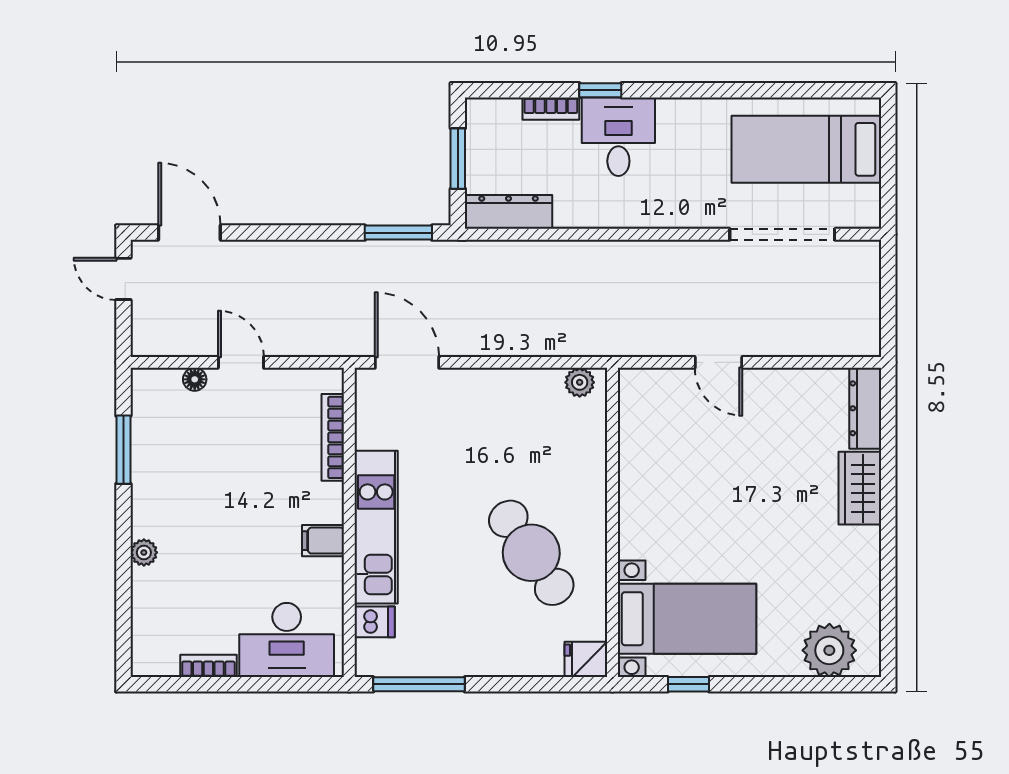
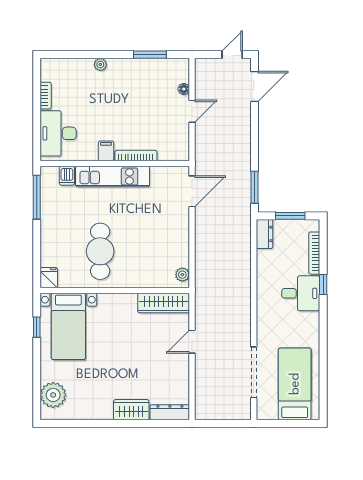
bookcase: (551, 109) -> (314, 253), width x1.56
dresser: (509, 212) -> (264, 234), width x0.70
wardrobe: (639, 421) -> (164, 303), added
bookcase: (333, 437) -> (136, 156), moved
cafe table: (531, 553) -> (100, 251), turned -56

